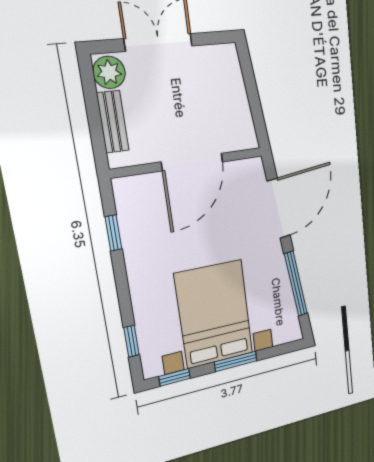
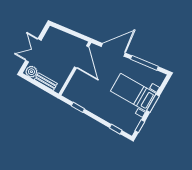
door: (192, 162) -> (82, 57), moved
door: (279, 208) -> (113, 50), hinge flipped
bed with nightstands: (214, 314) -> (133, 92), width x0.73

